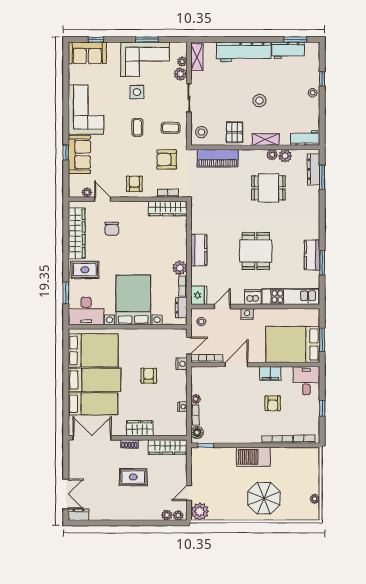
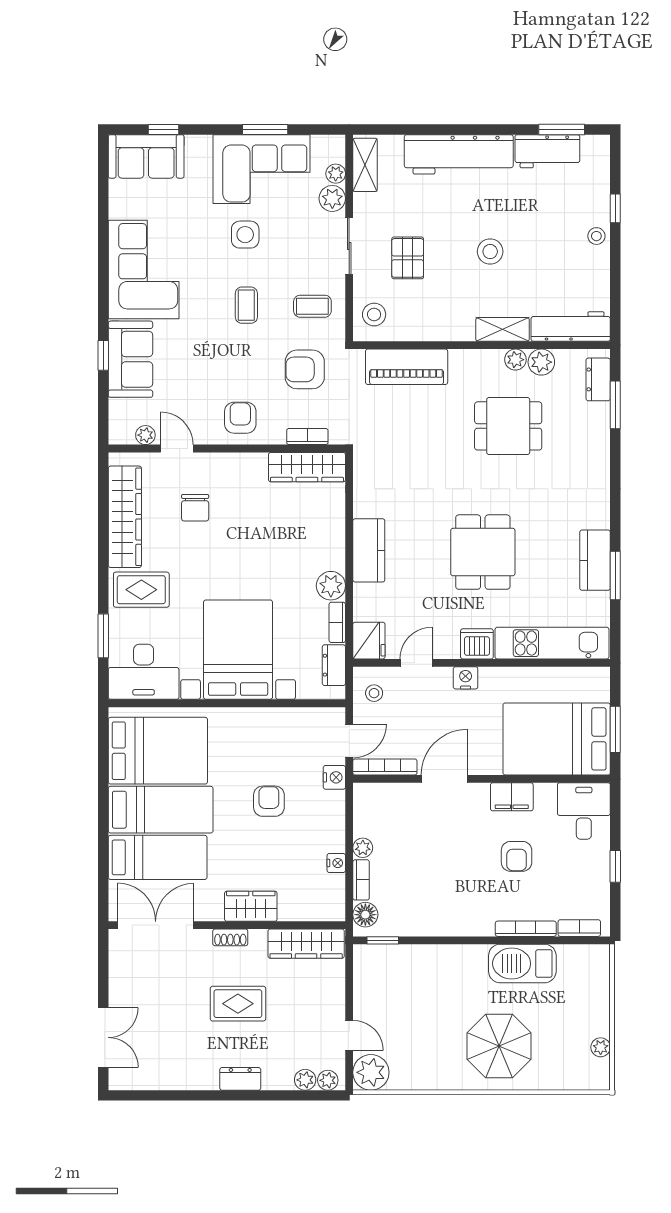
pallet: (234, 132) -> (408, 258), moved
workbench: (305, 138) -> (571, 326), width x1.38
dresser: (314, 169) -> (598, 379), width x0.70
barbecue: (253, 457) -> (522, 963), moved
door: (189, 493) -> (349, 1035), swing flipped
dresser: (79, 515) -> (240, 1079), moved

